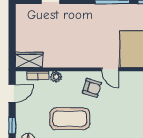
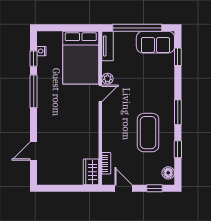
plant: (56, 77) -> (107, 79), moved
armchair: (92, 88) -> (118, 111), removed

